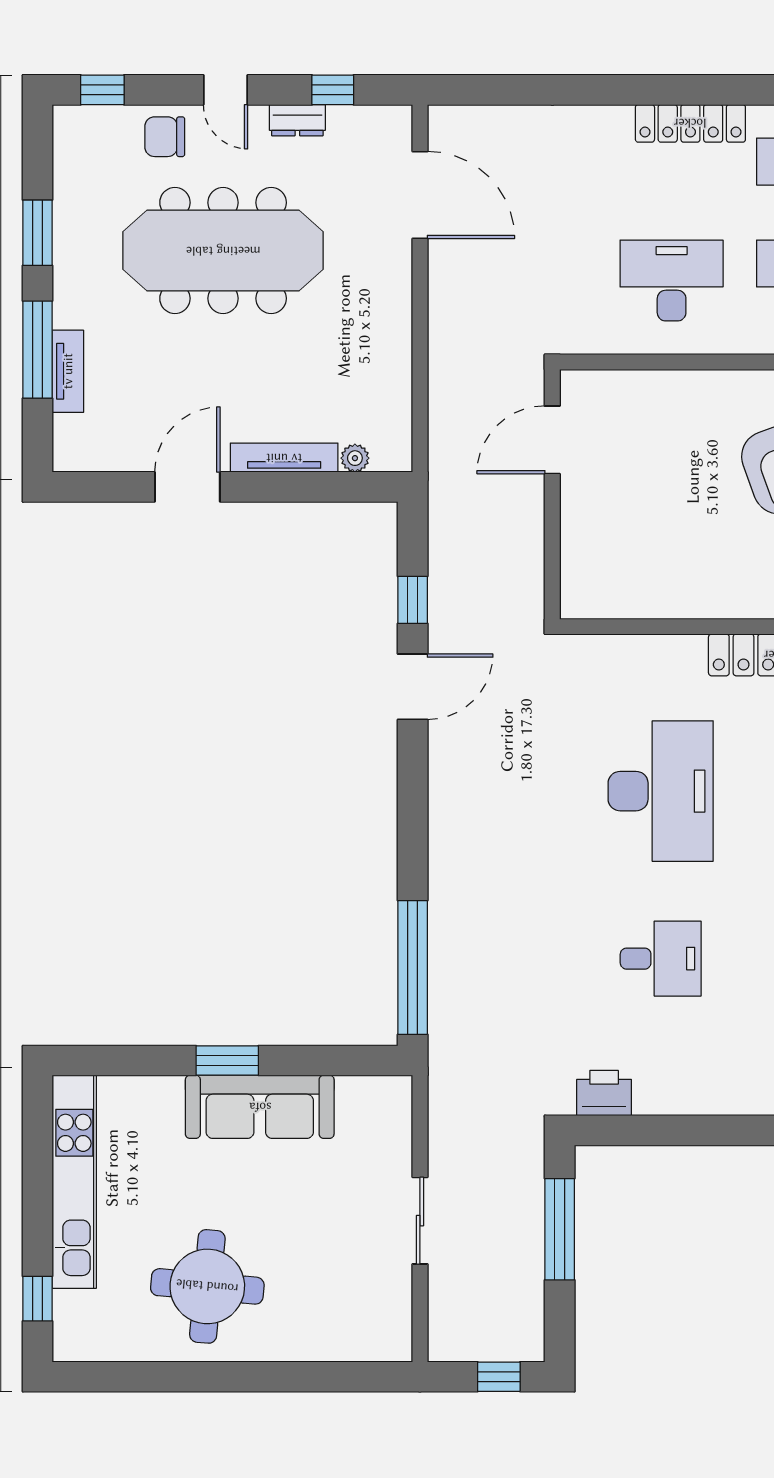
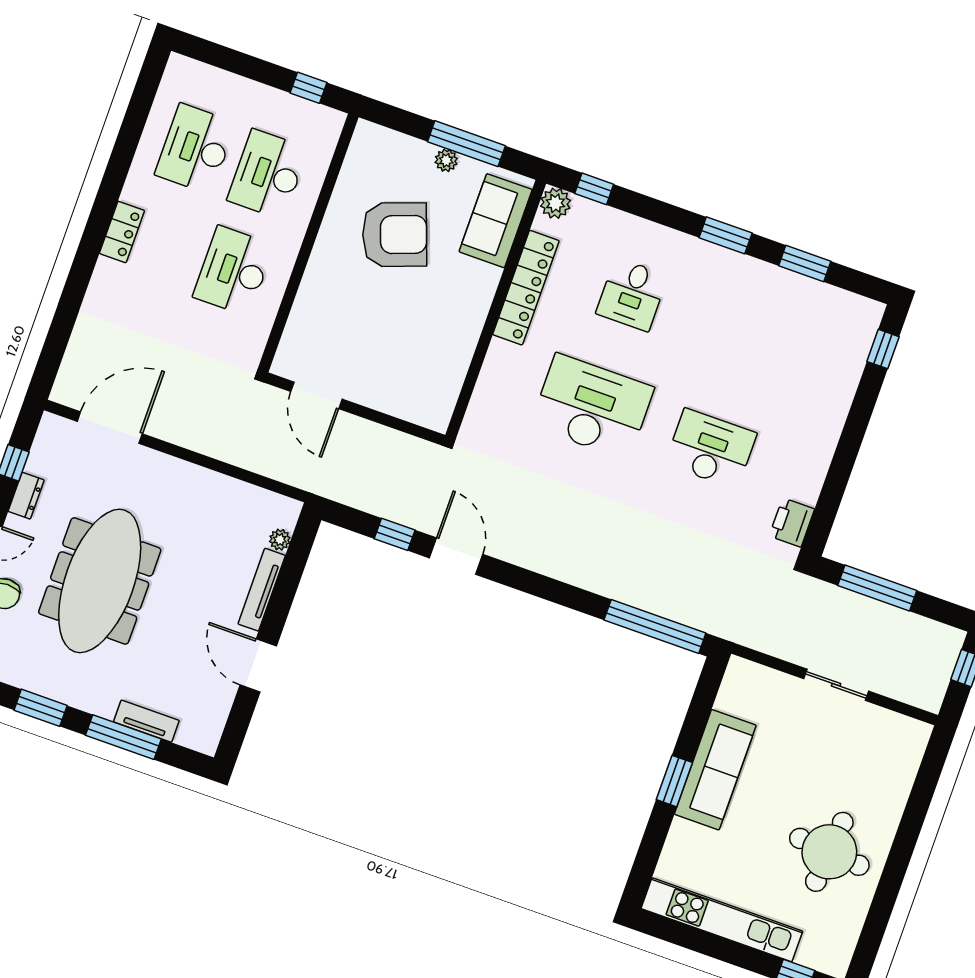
locker: (690, 123) -> (122, 232), width x0.66
desk: (661, 959) -> (711, 449), width x1.37

